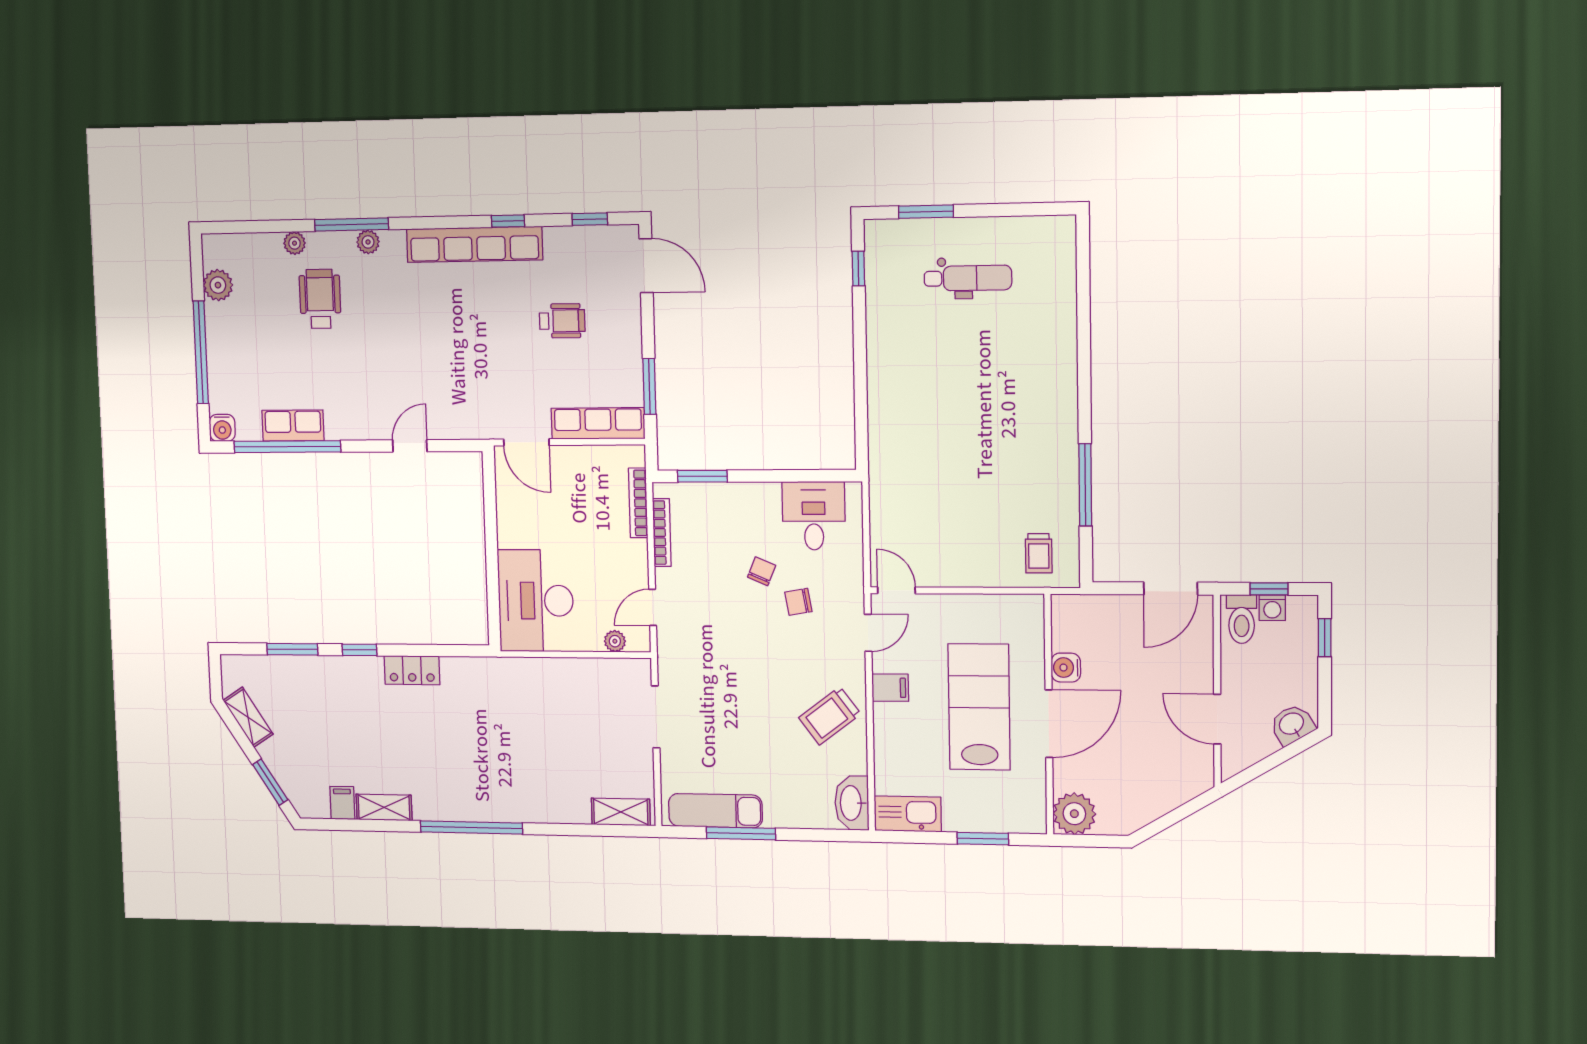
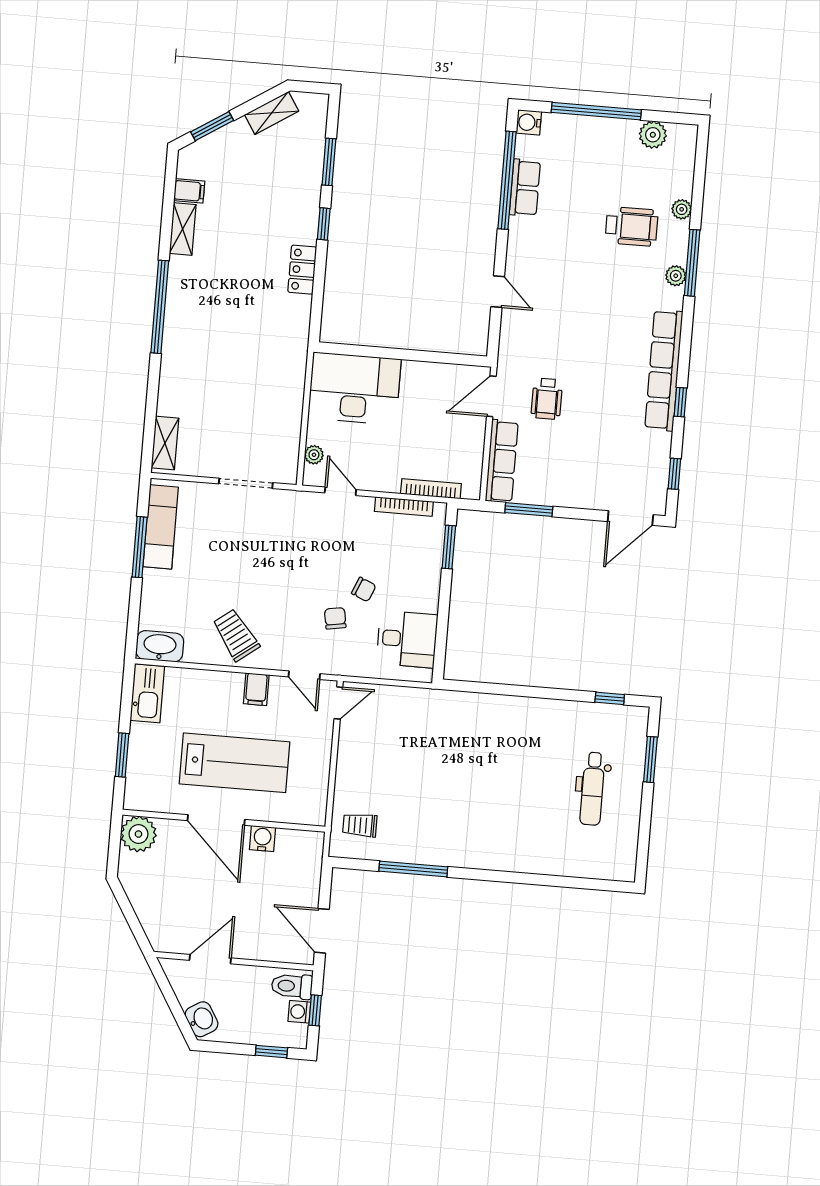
wheelchair: (562, 321) -> (547, 399), moved

